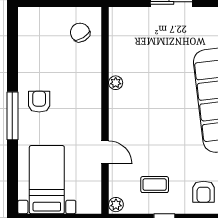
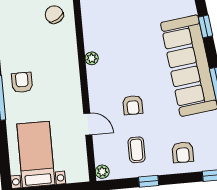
armchair: (155, 136) -> (133, 105), added
coffee table: (155, 185) -> (137, 150), turned 90

